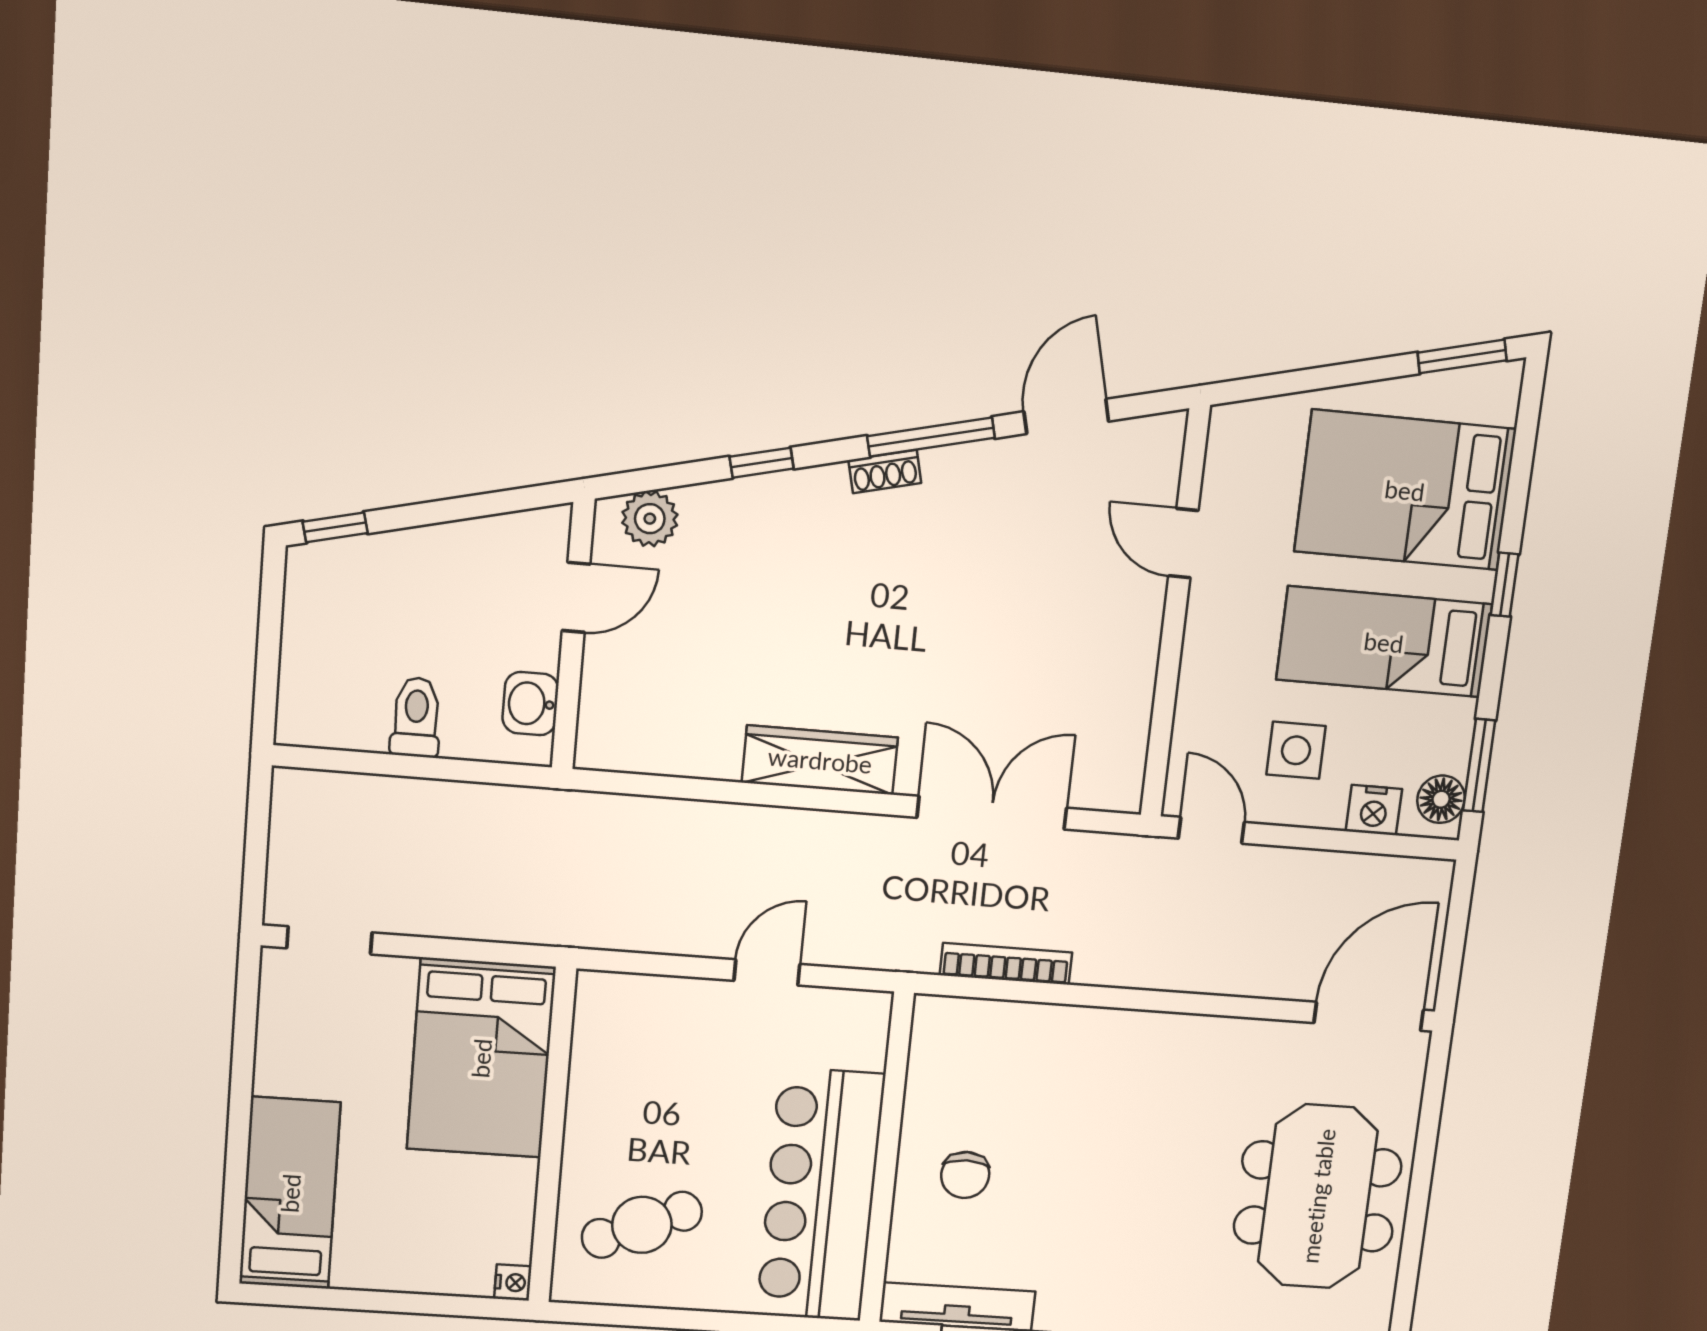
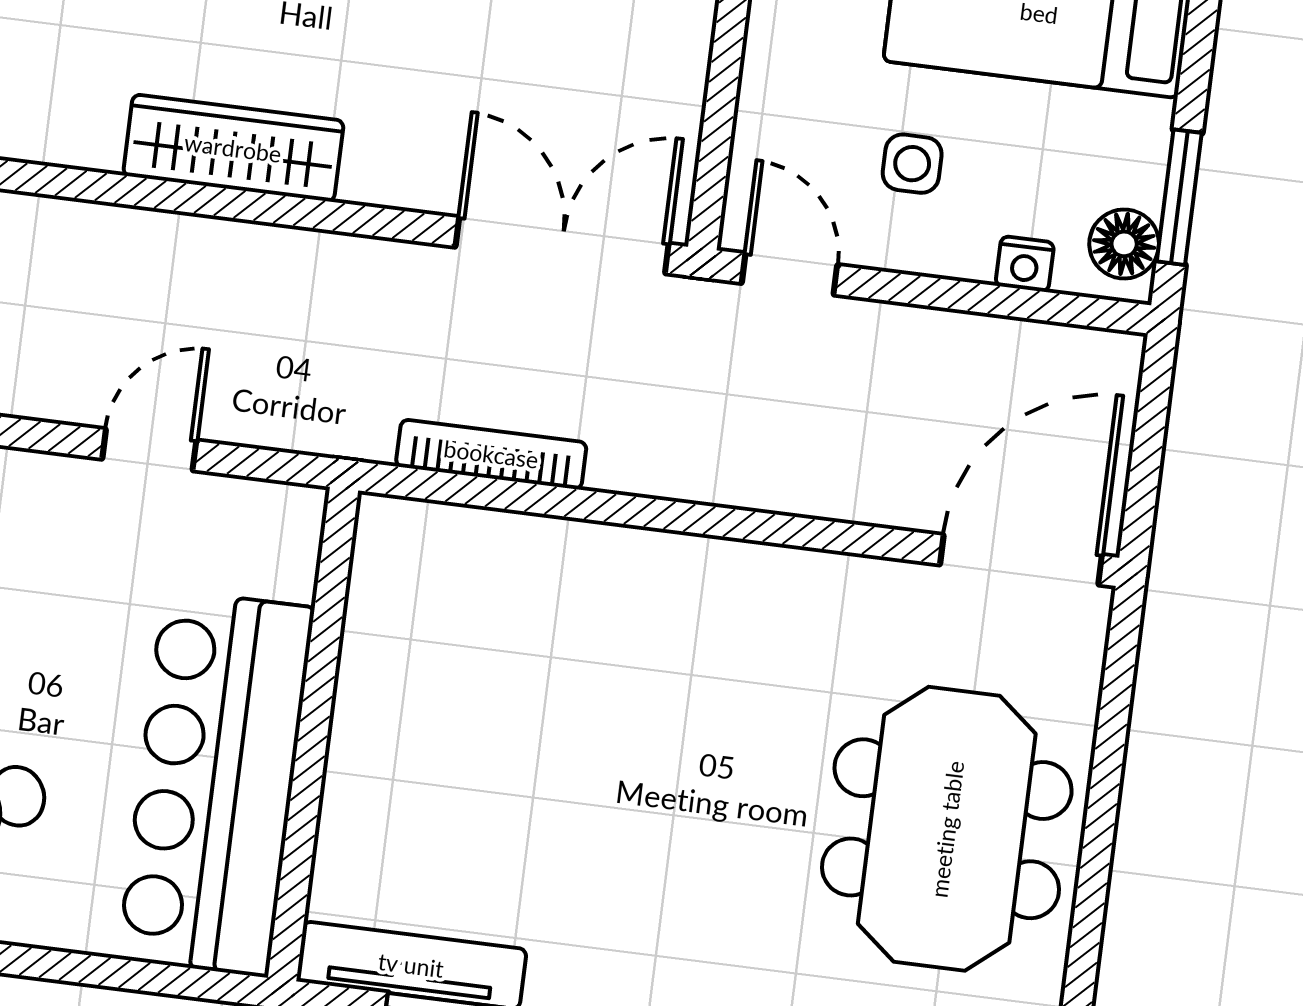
side table: (1296, 750) -> (912, 164), width x0.73, depth x0.73
nightstand: (1374, 810) -> (1025, 264), width x0.72, depth x0.74
double door: (992, 813) -> (562, 245), moved
chair: (965, 1175) -> (427, 766), removed

